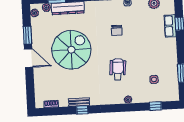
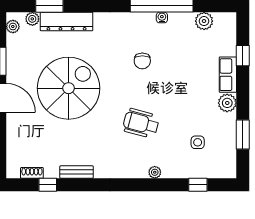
row of seats: (170, 26) -> (228, 75), moved
plant: (171, 54) -> (227, 103), added
wheelchair: (118, 69) -> (141, 123), turned -79
window: (82, 110) -> (48, 185), moved

